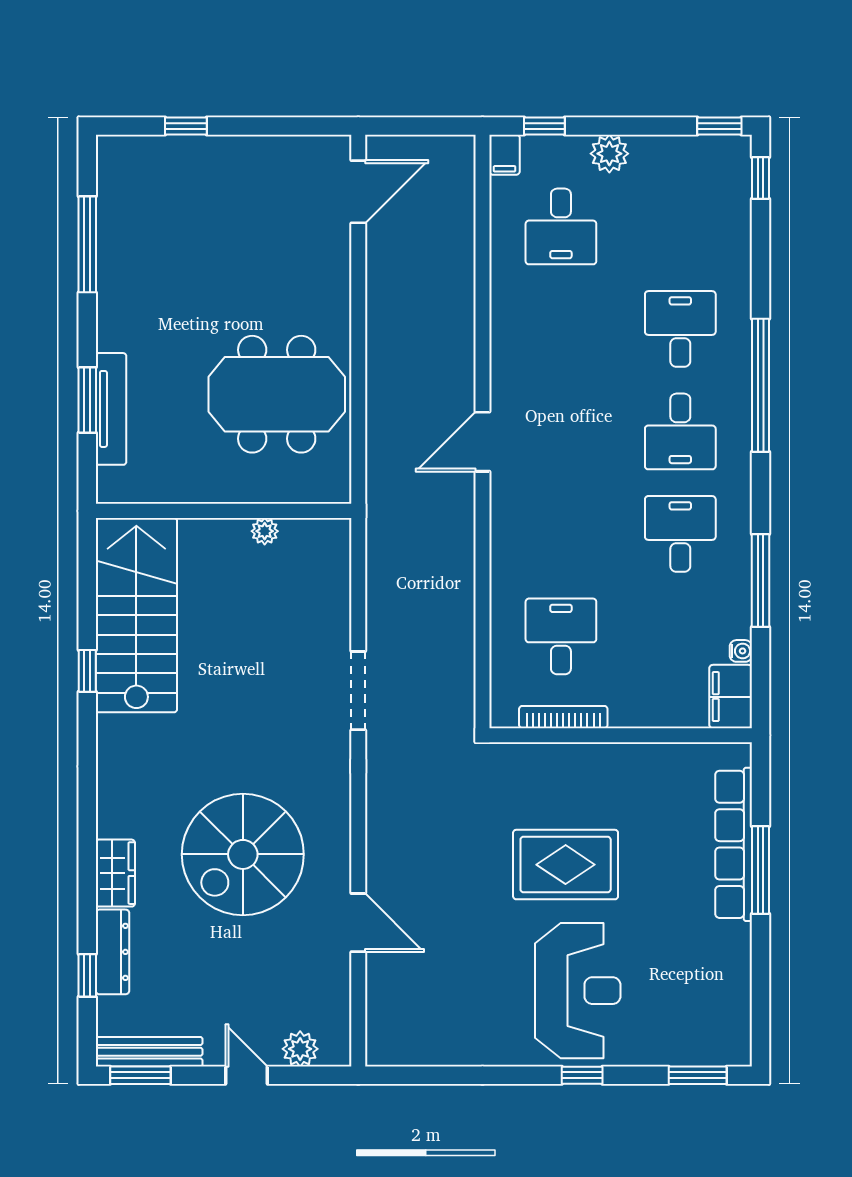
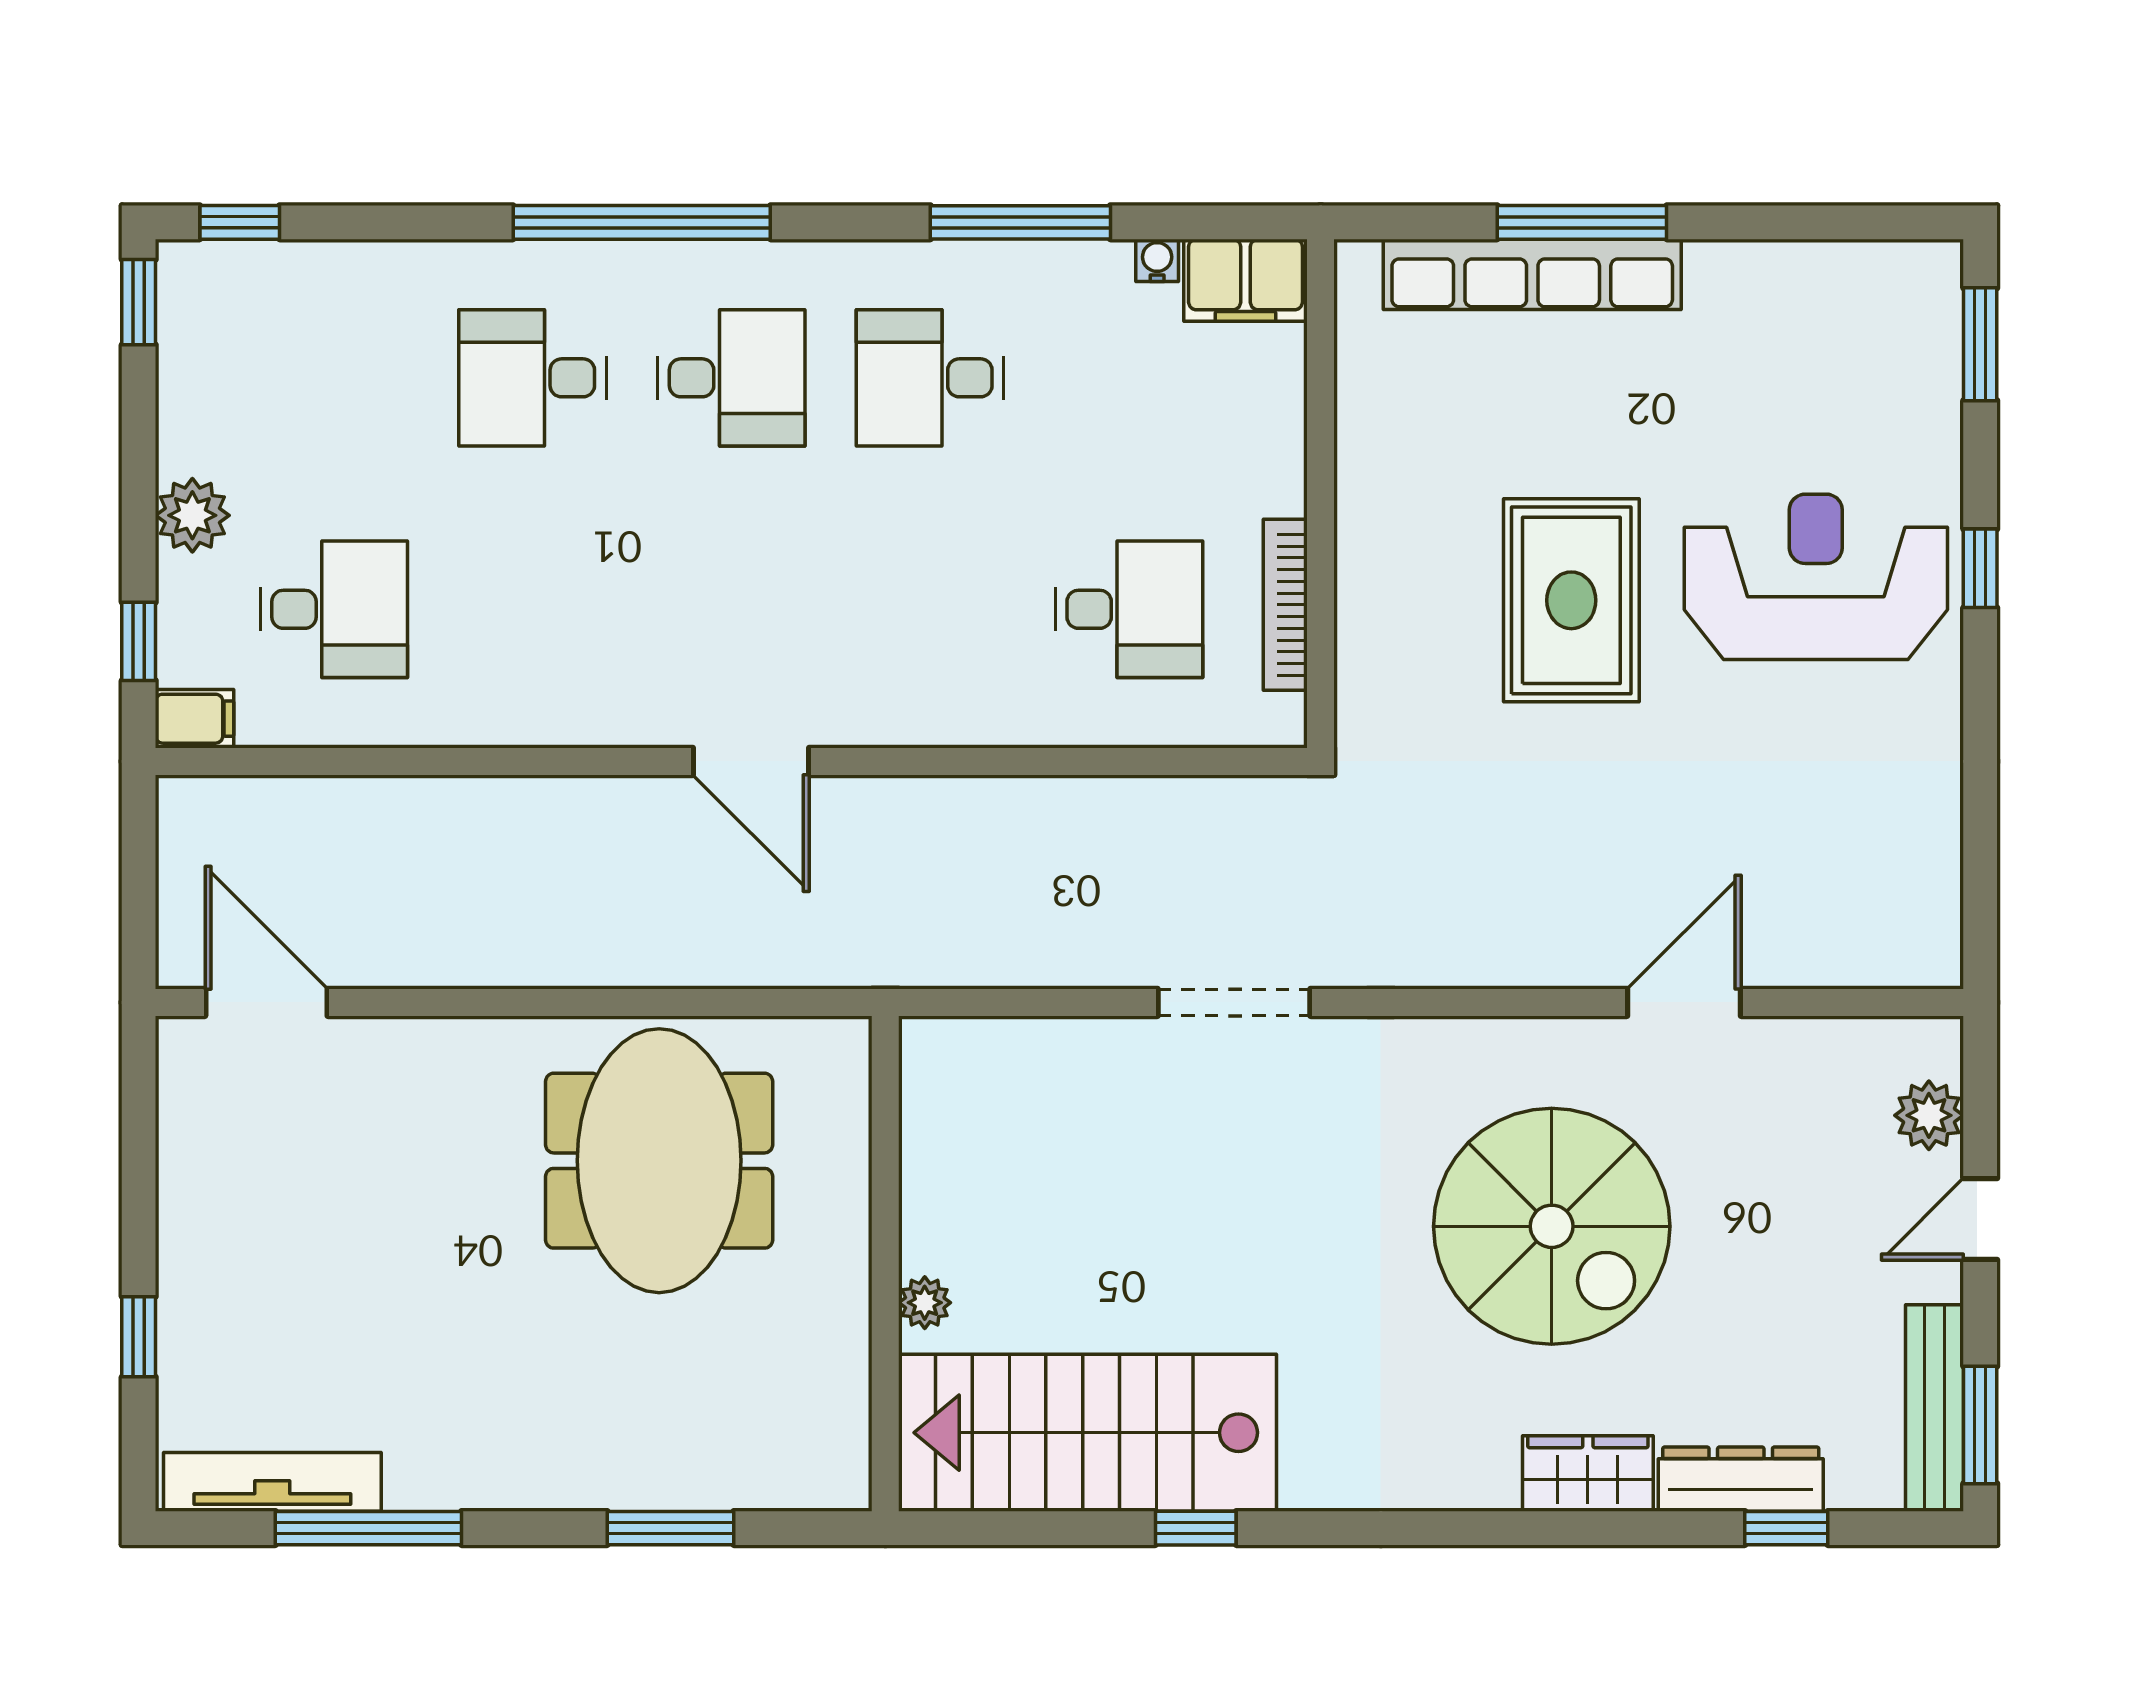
tv unit: (111, 409) -> (272, 1482), moved
plant: (265, 531) -> (925, 1303), moved
desk: (561, 636) -> (1129, 609), turned 180

